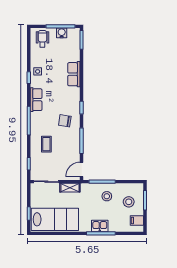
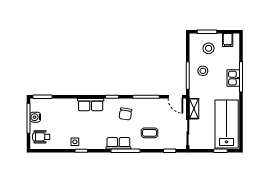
row of seats: (74, 74) -> (91, 105), moved
row of seats: (36, 100) -> (118, 143), moved

